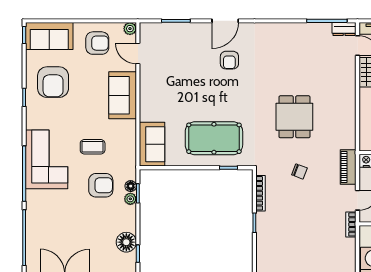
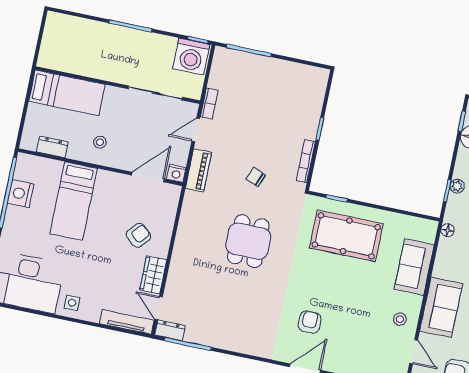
stool: (155, 78) -> (400, 319), added
sofa: (152, 144) -> (414, 267), moved
floor lamp: (131, 186) -> (448, 230), moved

